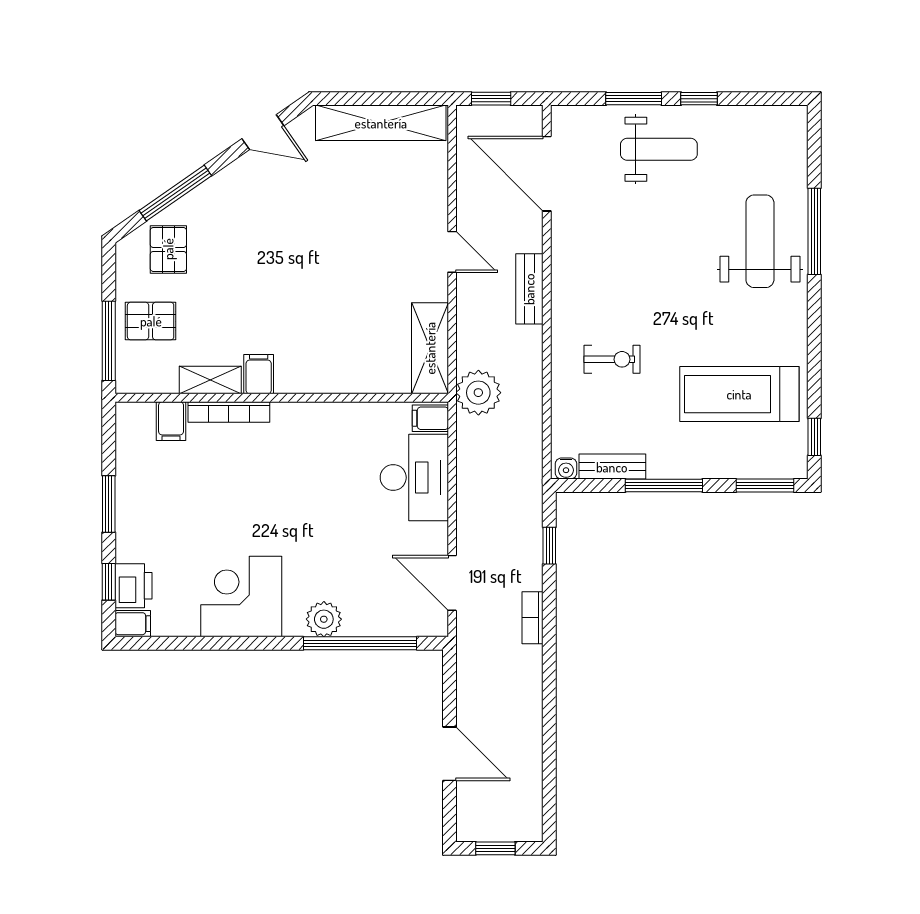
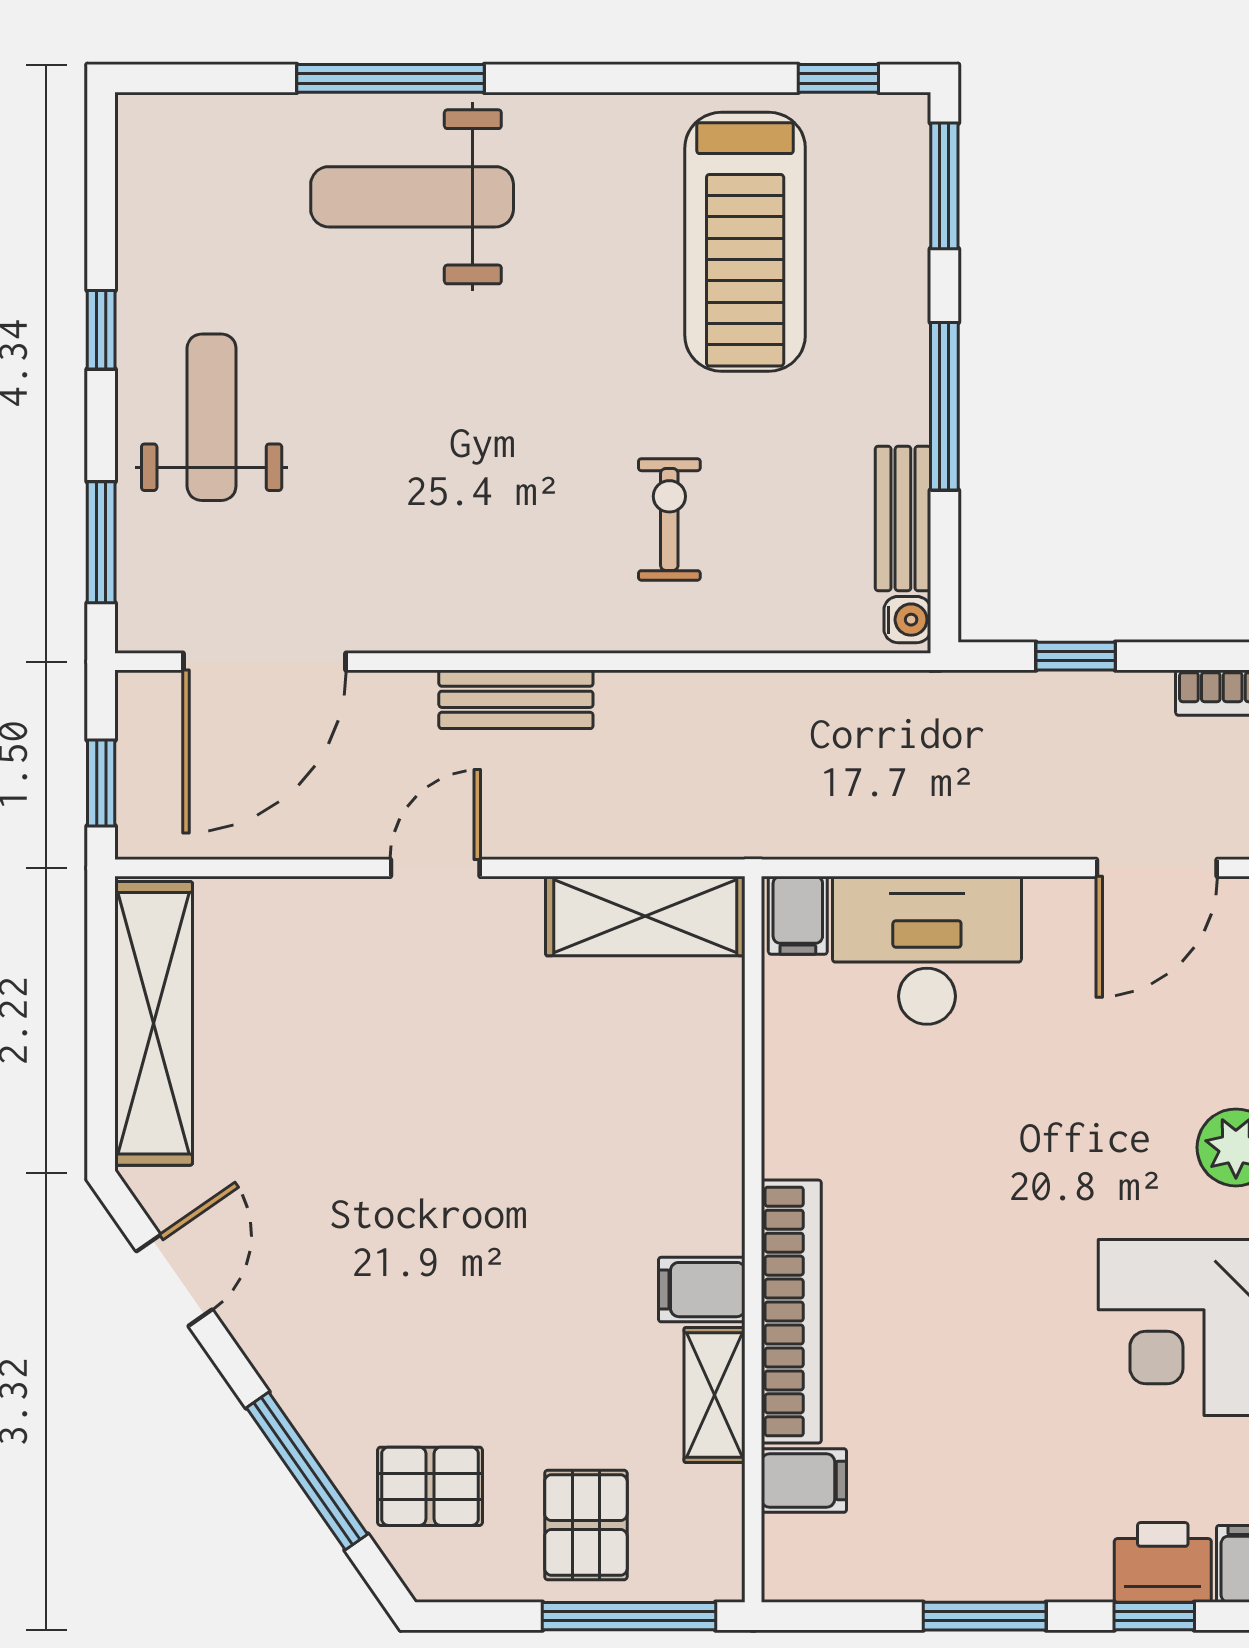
window: (634, 99) -> (101, 542), moved
plant: (478, 393) -> (742, 811), removed
bookcase: (229, 412) -> (791, 1312), width x1.48, depth x1.31

